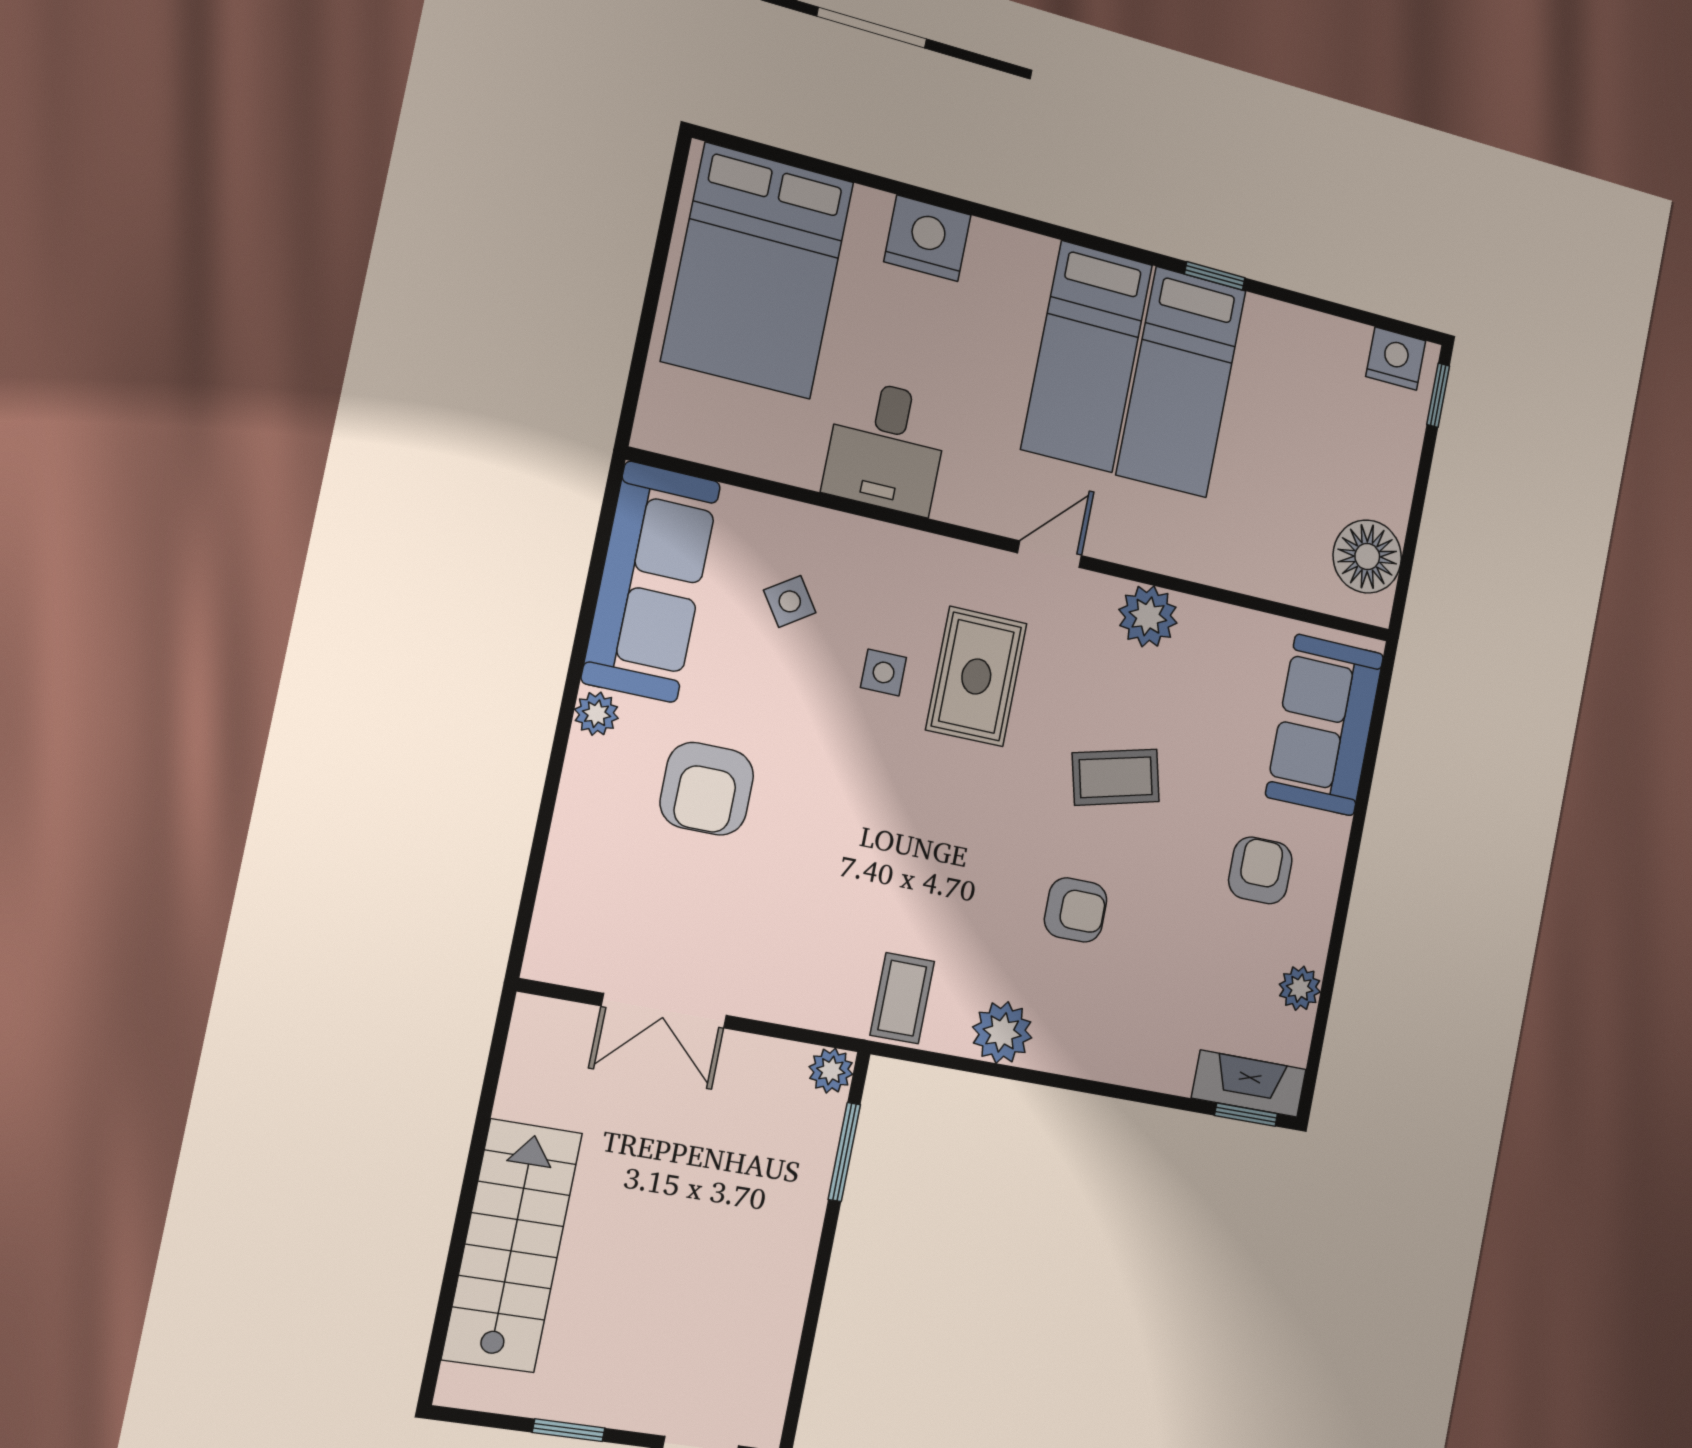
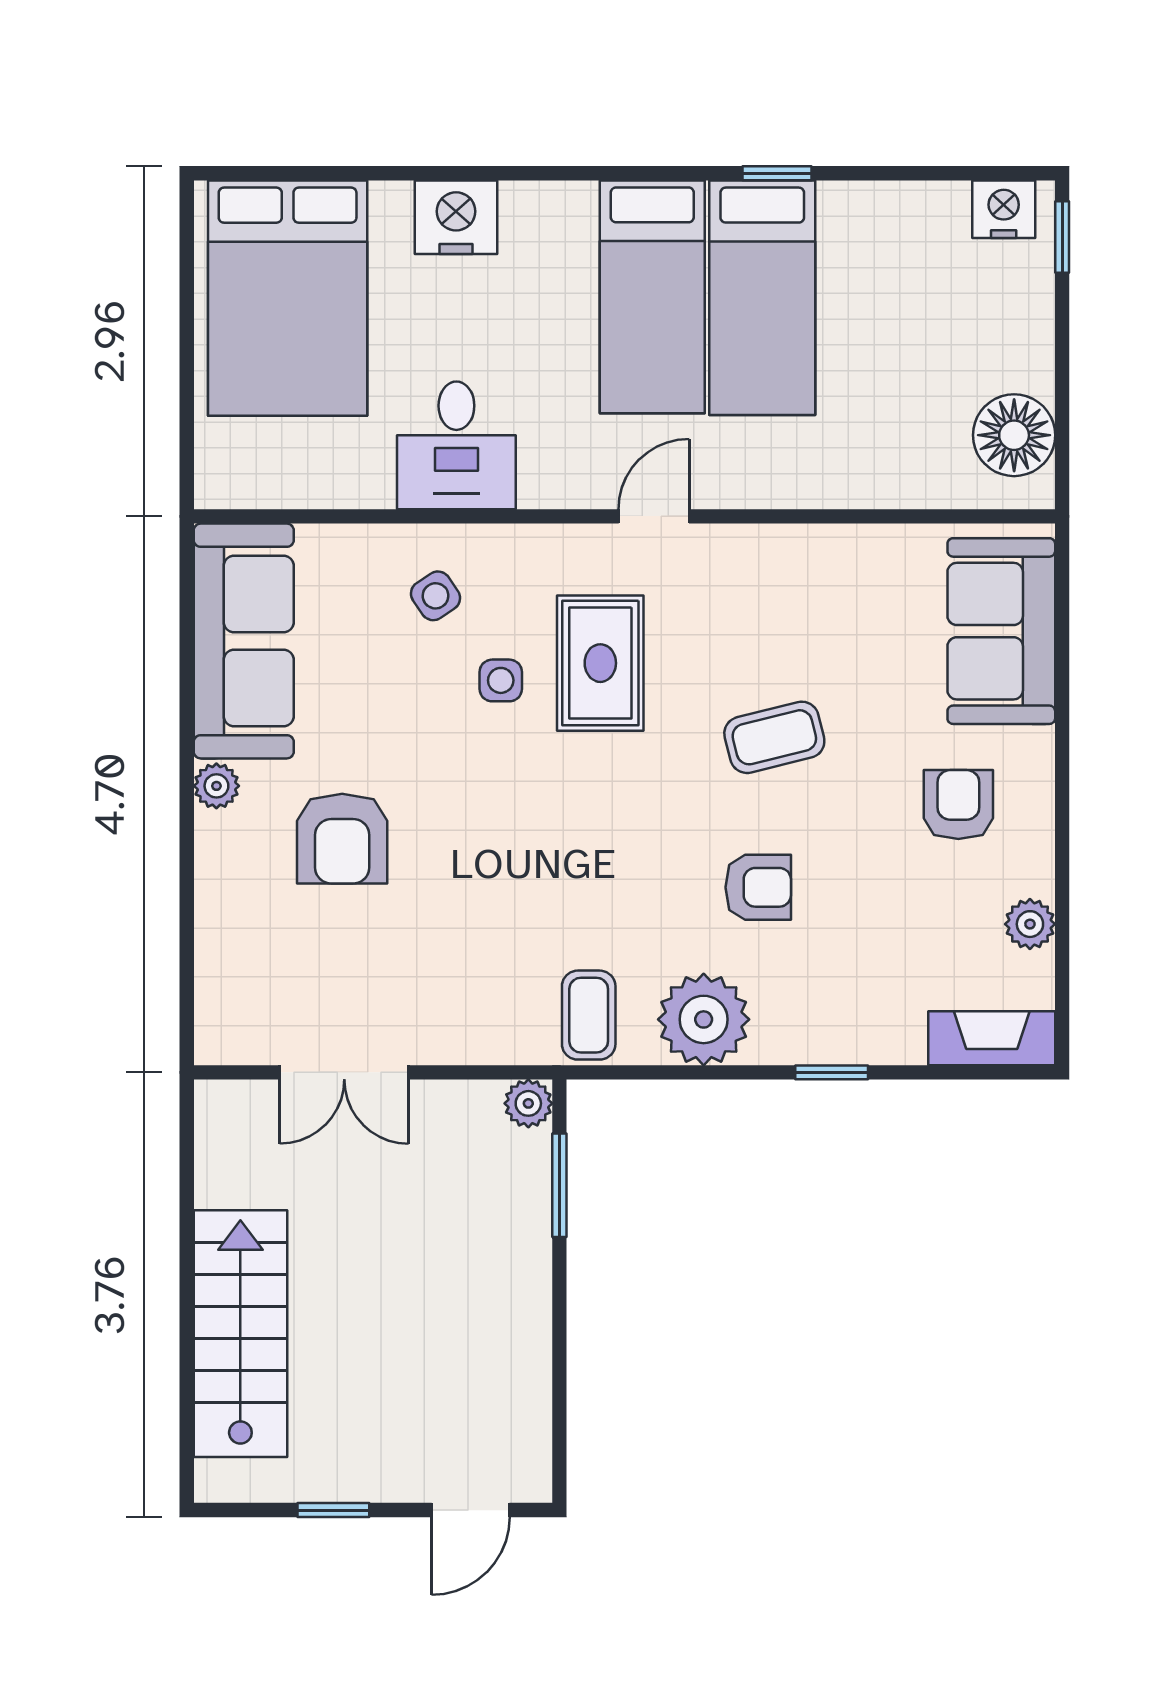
side table: (790, 601) -> (436, 596), moved
plant: (1148, 616) -> (776, 558), removed
plant: (1002, 1032) -> (704, 1019), width x1.36, depth x1.36
window: (1246, 1115) -> (832, 1072), moved

